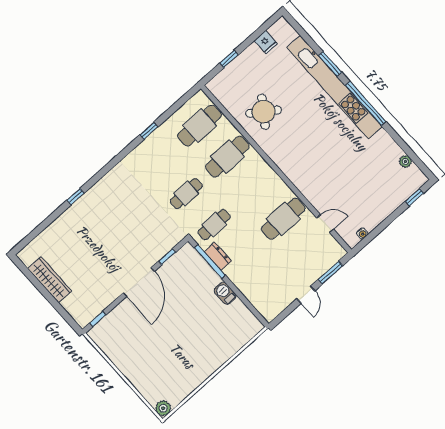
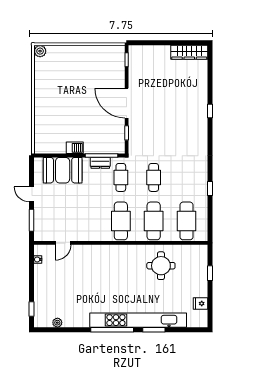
round table: (264, 112) -> (161, 266), turned -35
cafe table: (283, 219) -> (121, 221), moved
wardrobe: (50, 280) -> (189, 52), moved
booth: (257, 286) -> (63, 170), added

